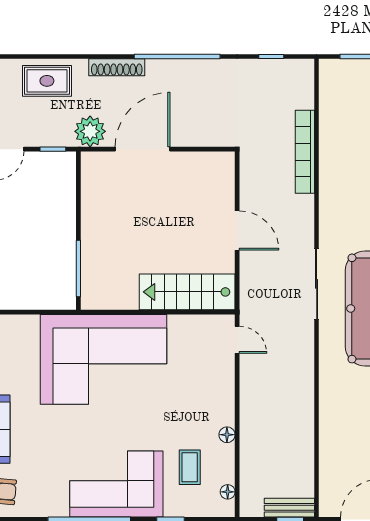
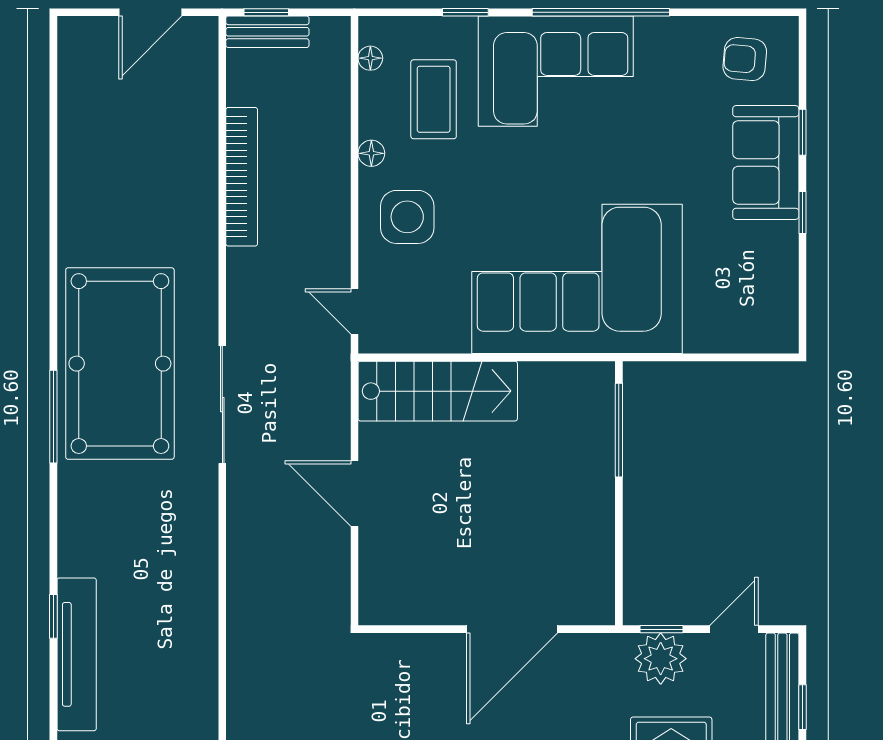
plant: (90, 131) -> (661, 659), moved
bookcase: (305, 152) -> (242, 177), moved
side table: (205, 397) -> (407, 217), added
coffee table: (190, 467) -> (434, 99), width x1.36, depth x1.30

